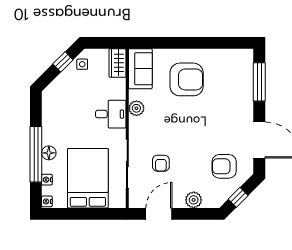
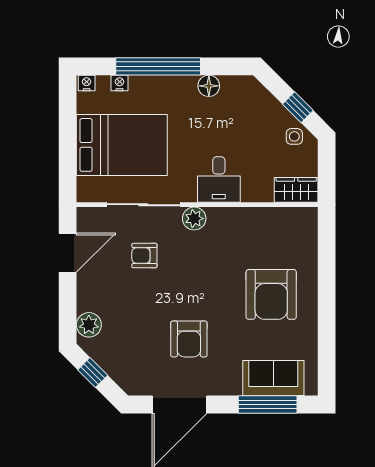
sofa: (140, 69) -> (273, 378), moved, turned 180
plant: (136, 108) -> (194, 219), moved
floor lamp: (49, 153) -> (209, 86), moved
armchair: (224, 166) -> (189, 339), moved, turned 180
plant: (194, 200) -> (89, 325), moved
door: (159, 214) -> (68, 253), hinge flipped

